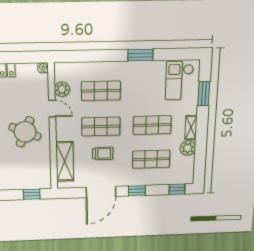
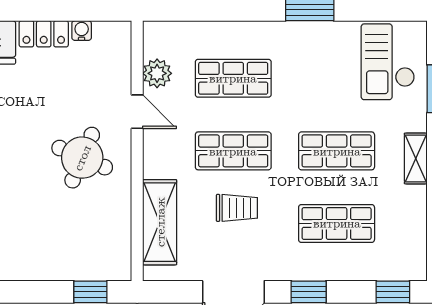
water cooler: (43, 68) -> (82, 31), moved
plant: (188, 148) -> (411, 202), removed

